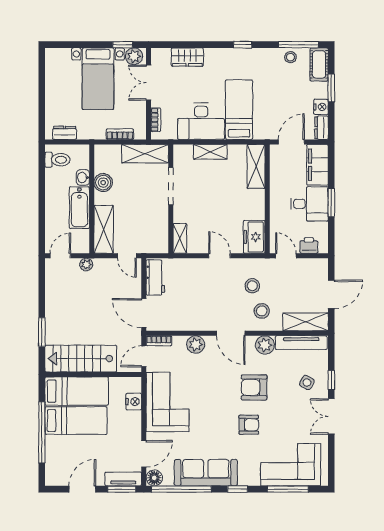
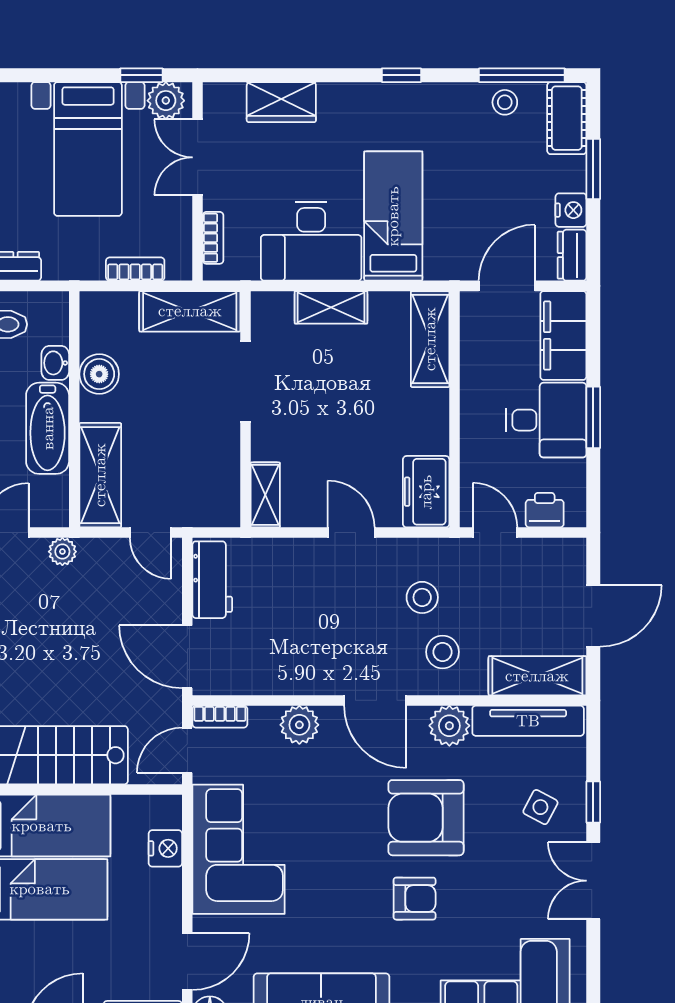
armchair: (254, 387) -> (426, 818), width x1.36, depth x1.36

